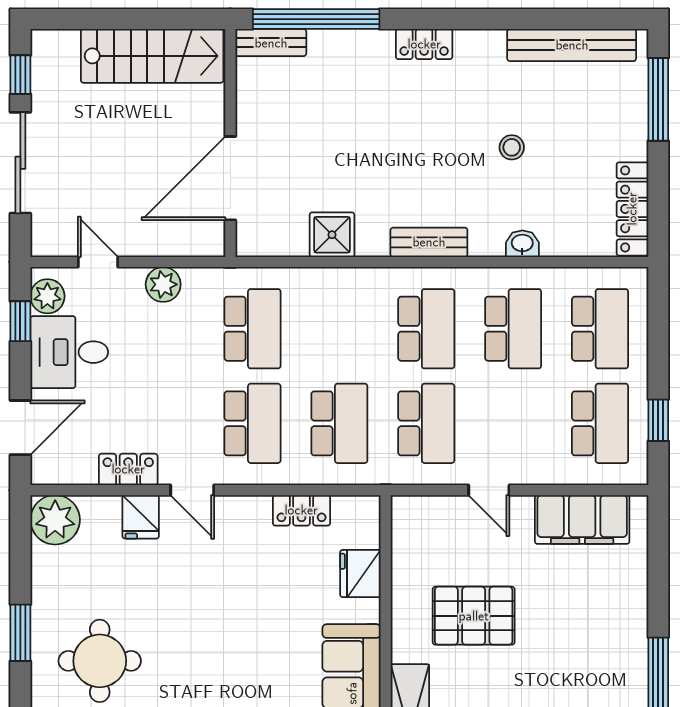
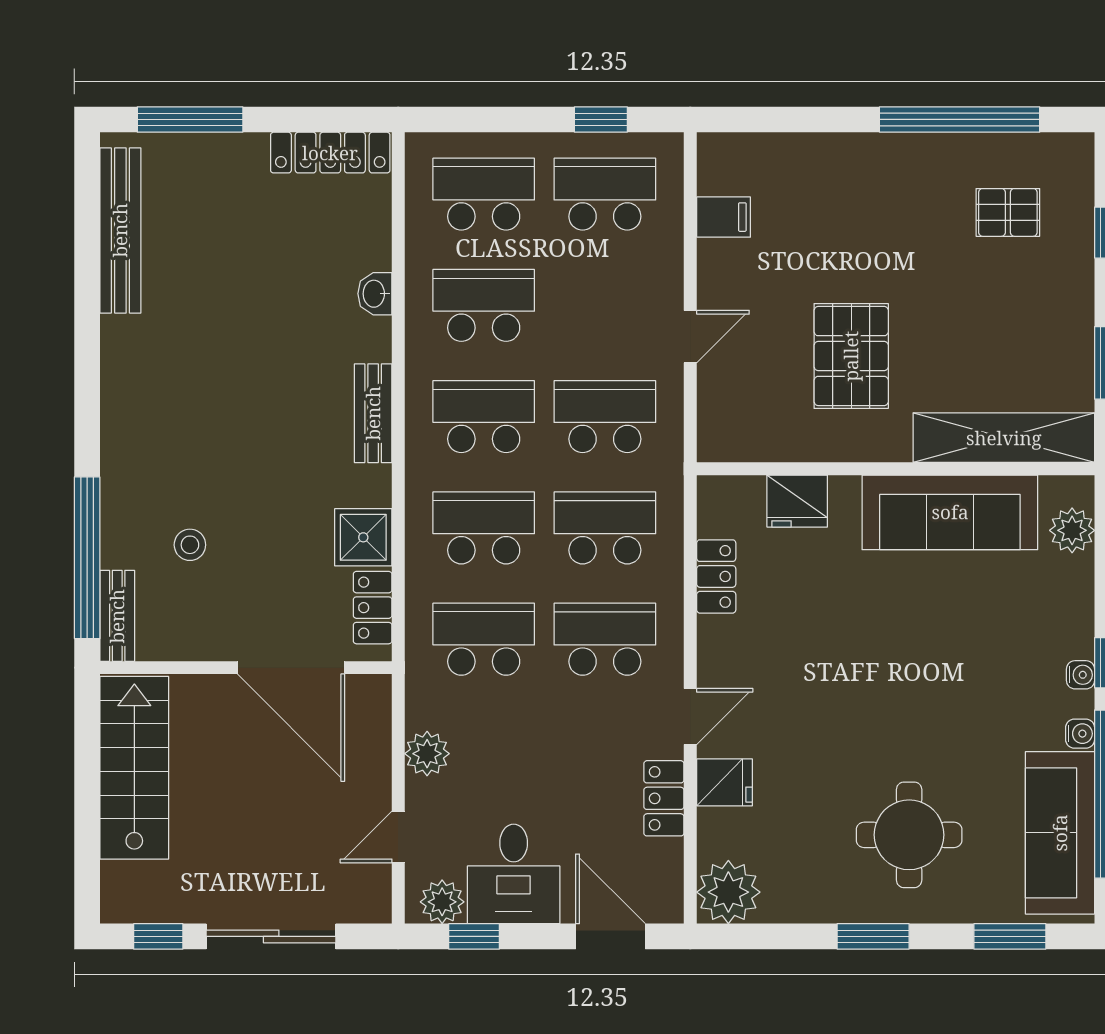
locker: (424, 44) -> (373, 608), moved, turned 180
stool: (512, 147) -> (190, 545), moved
school desk: (339, 329) -> (484, 528), added
filing cabinet: (582, 520) -> (724, 217), width x0.33, depth x0.86

